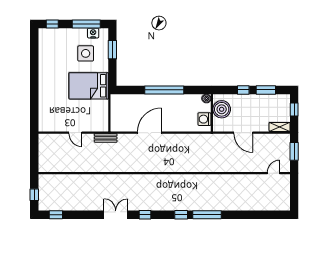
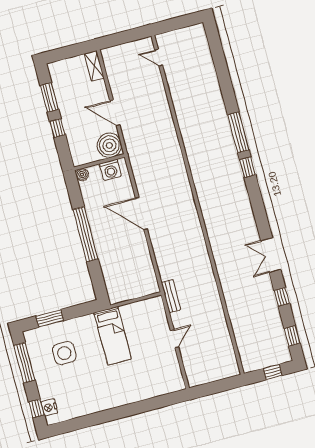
nightstand: (93, 33) -> (49, 407), moved
bed: (89, 86) -> (113, 336), width x0.67
boiler: (222, 109) -> (109, 145), moved
window: (294, 110) -> (66, 53), removed
door: (149, 133) -> (141, 213), moved
door: (243, 133) -> (115, 113), swing flipped
window: (294, 151) -> (122, 38), removed
window: (145, 215) -> (282, 297), moved

